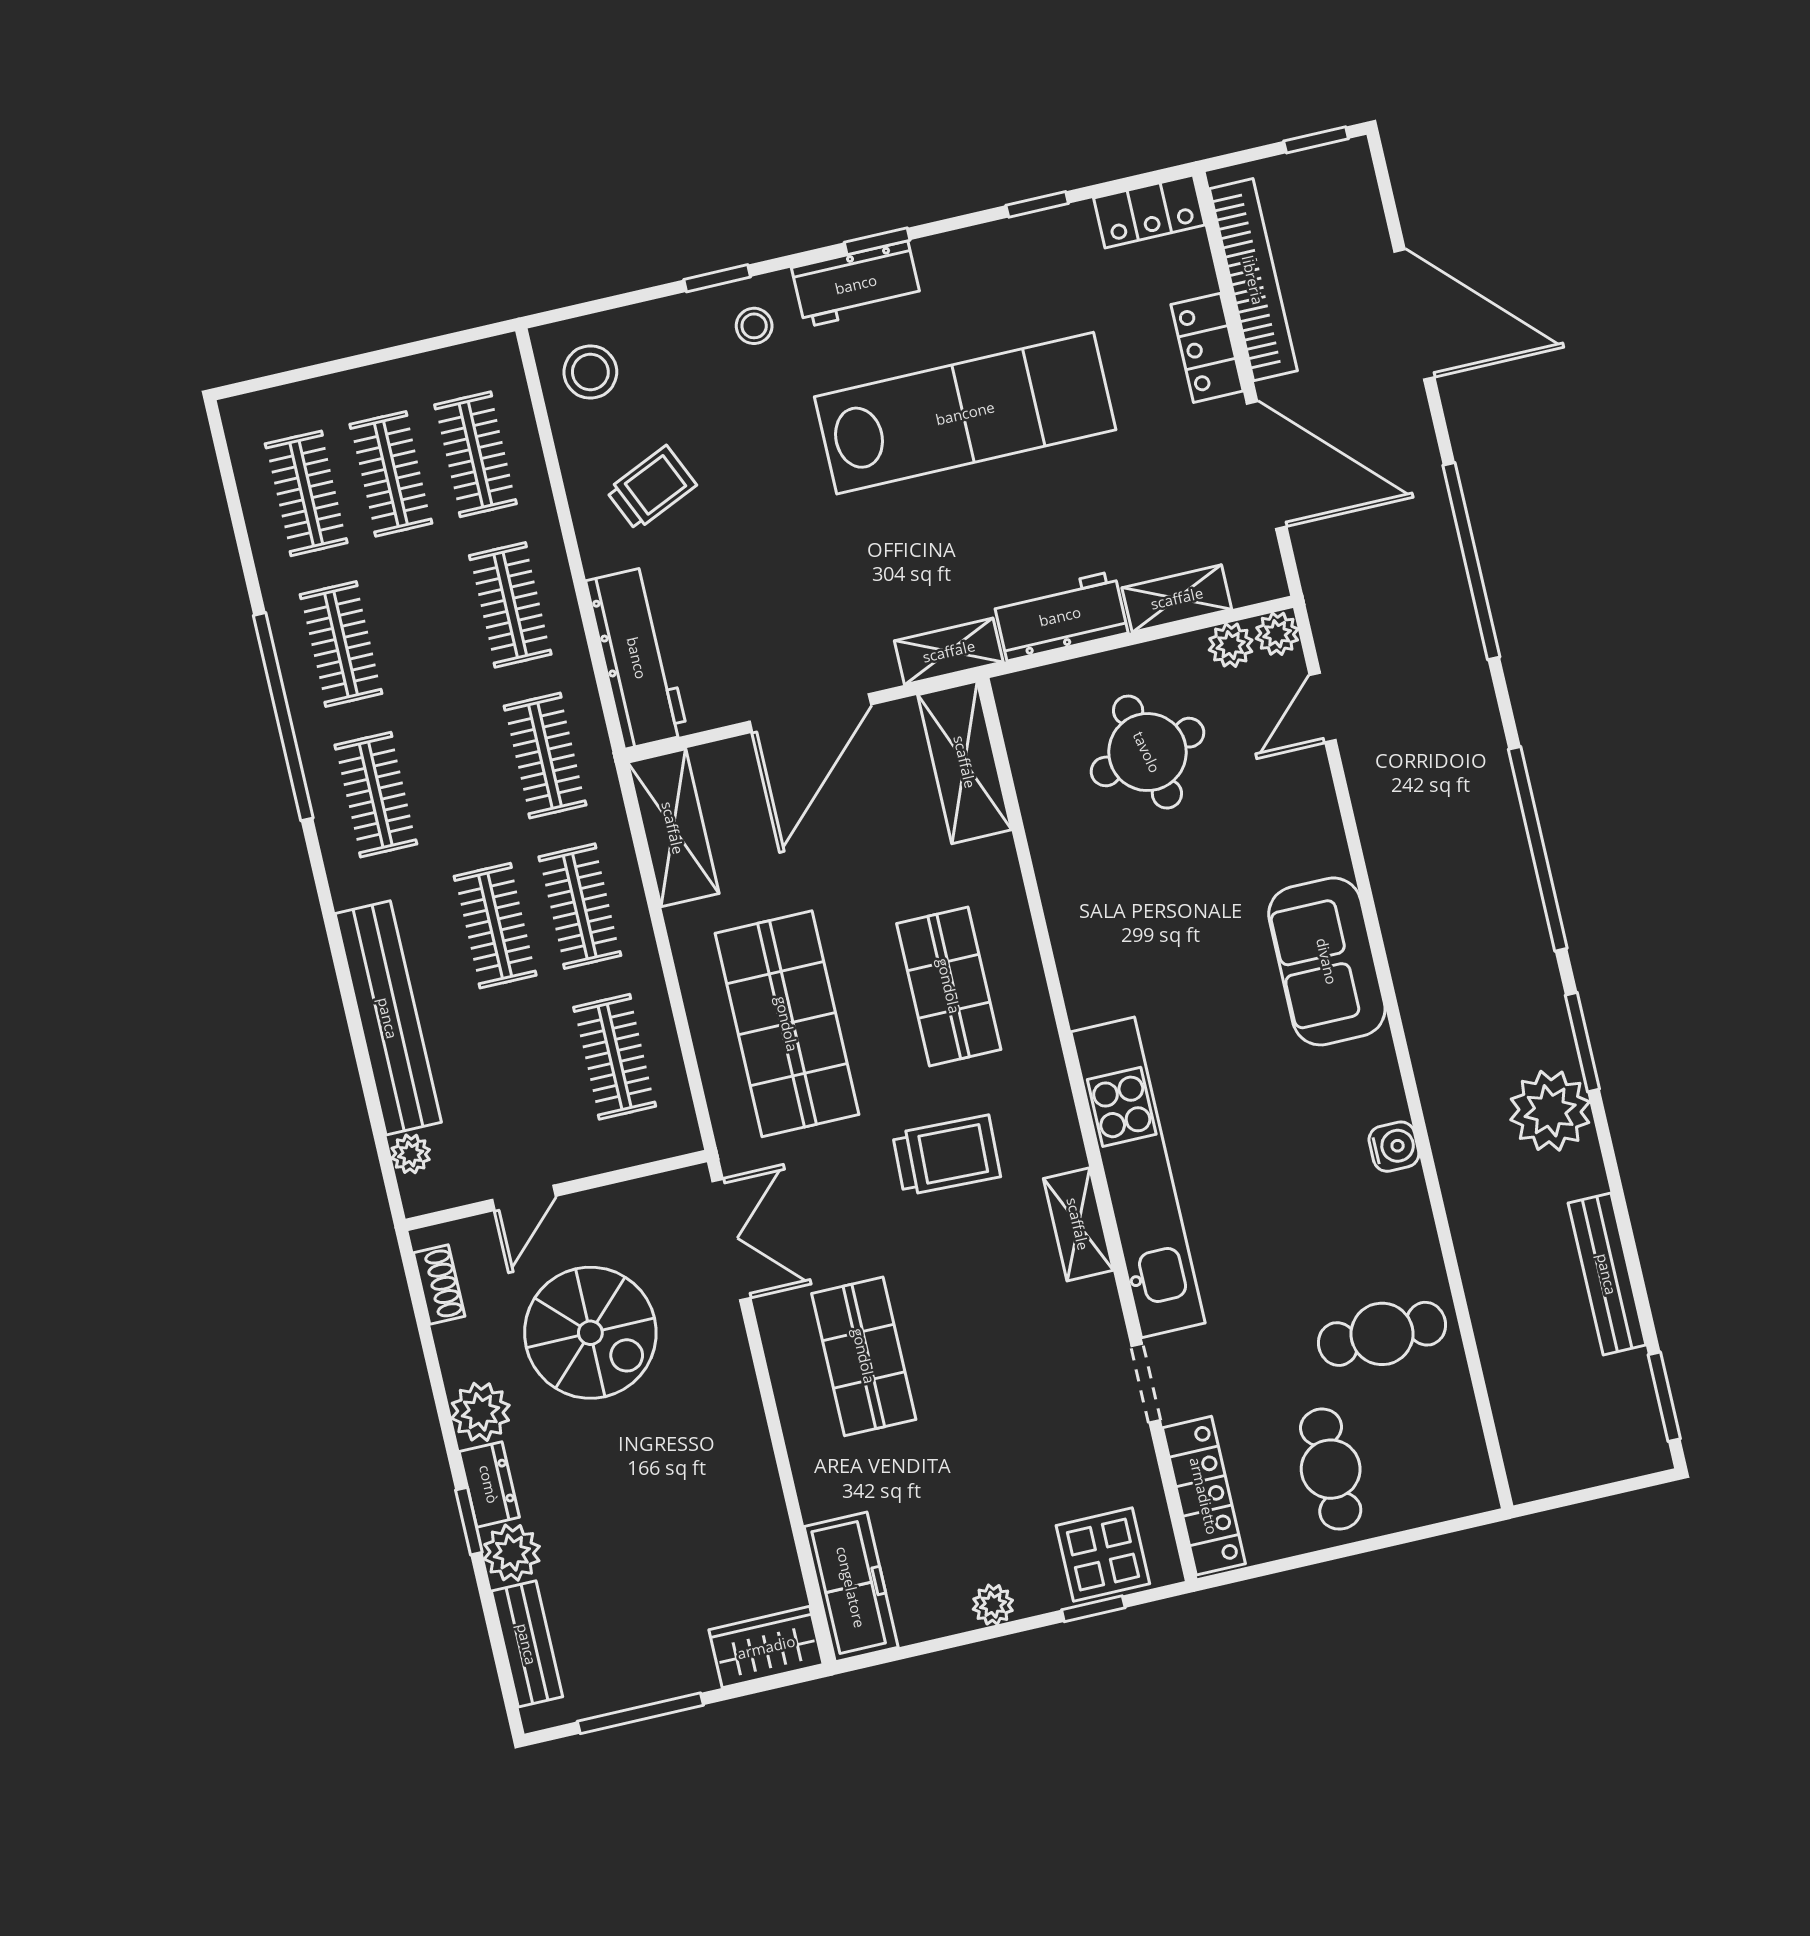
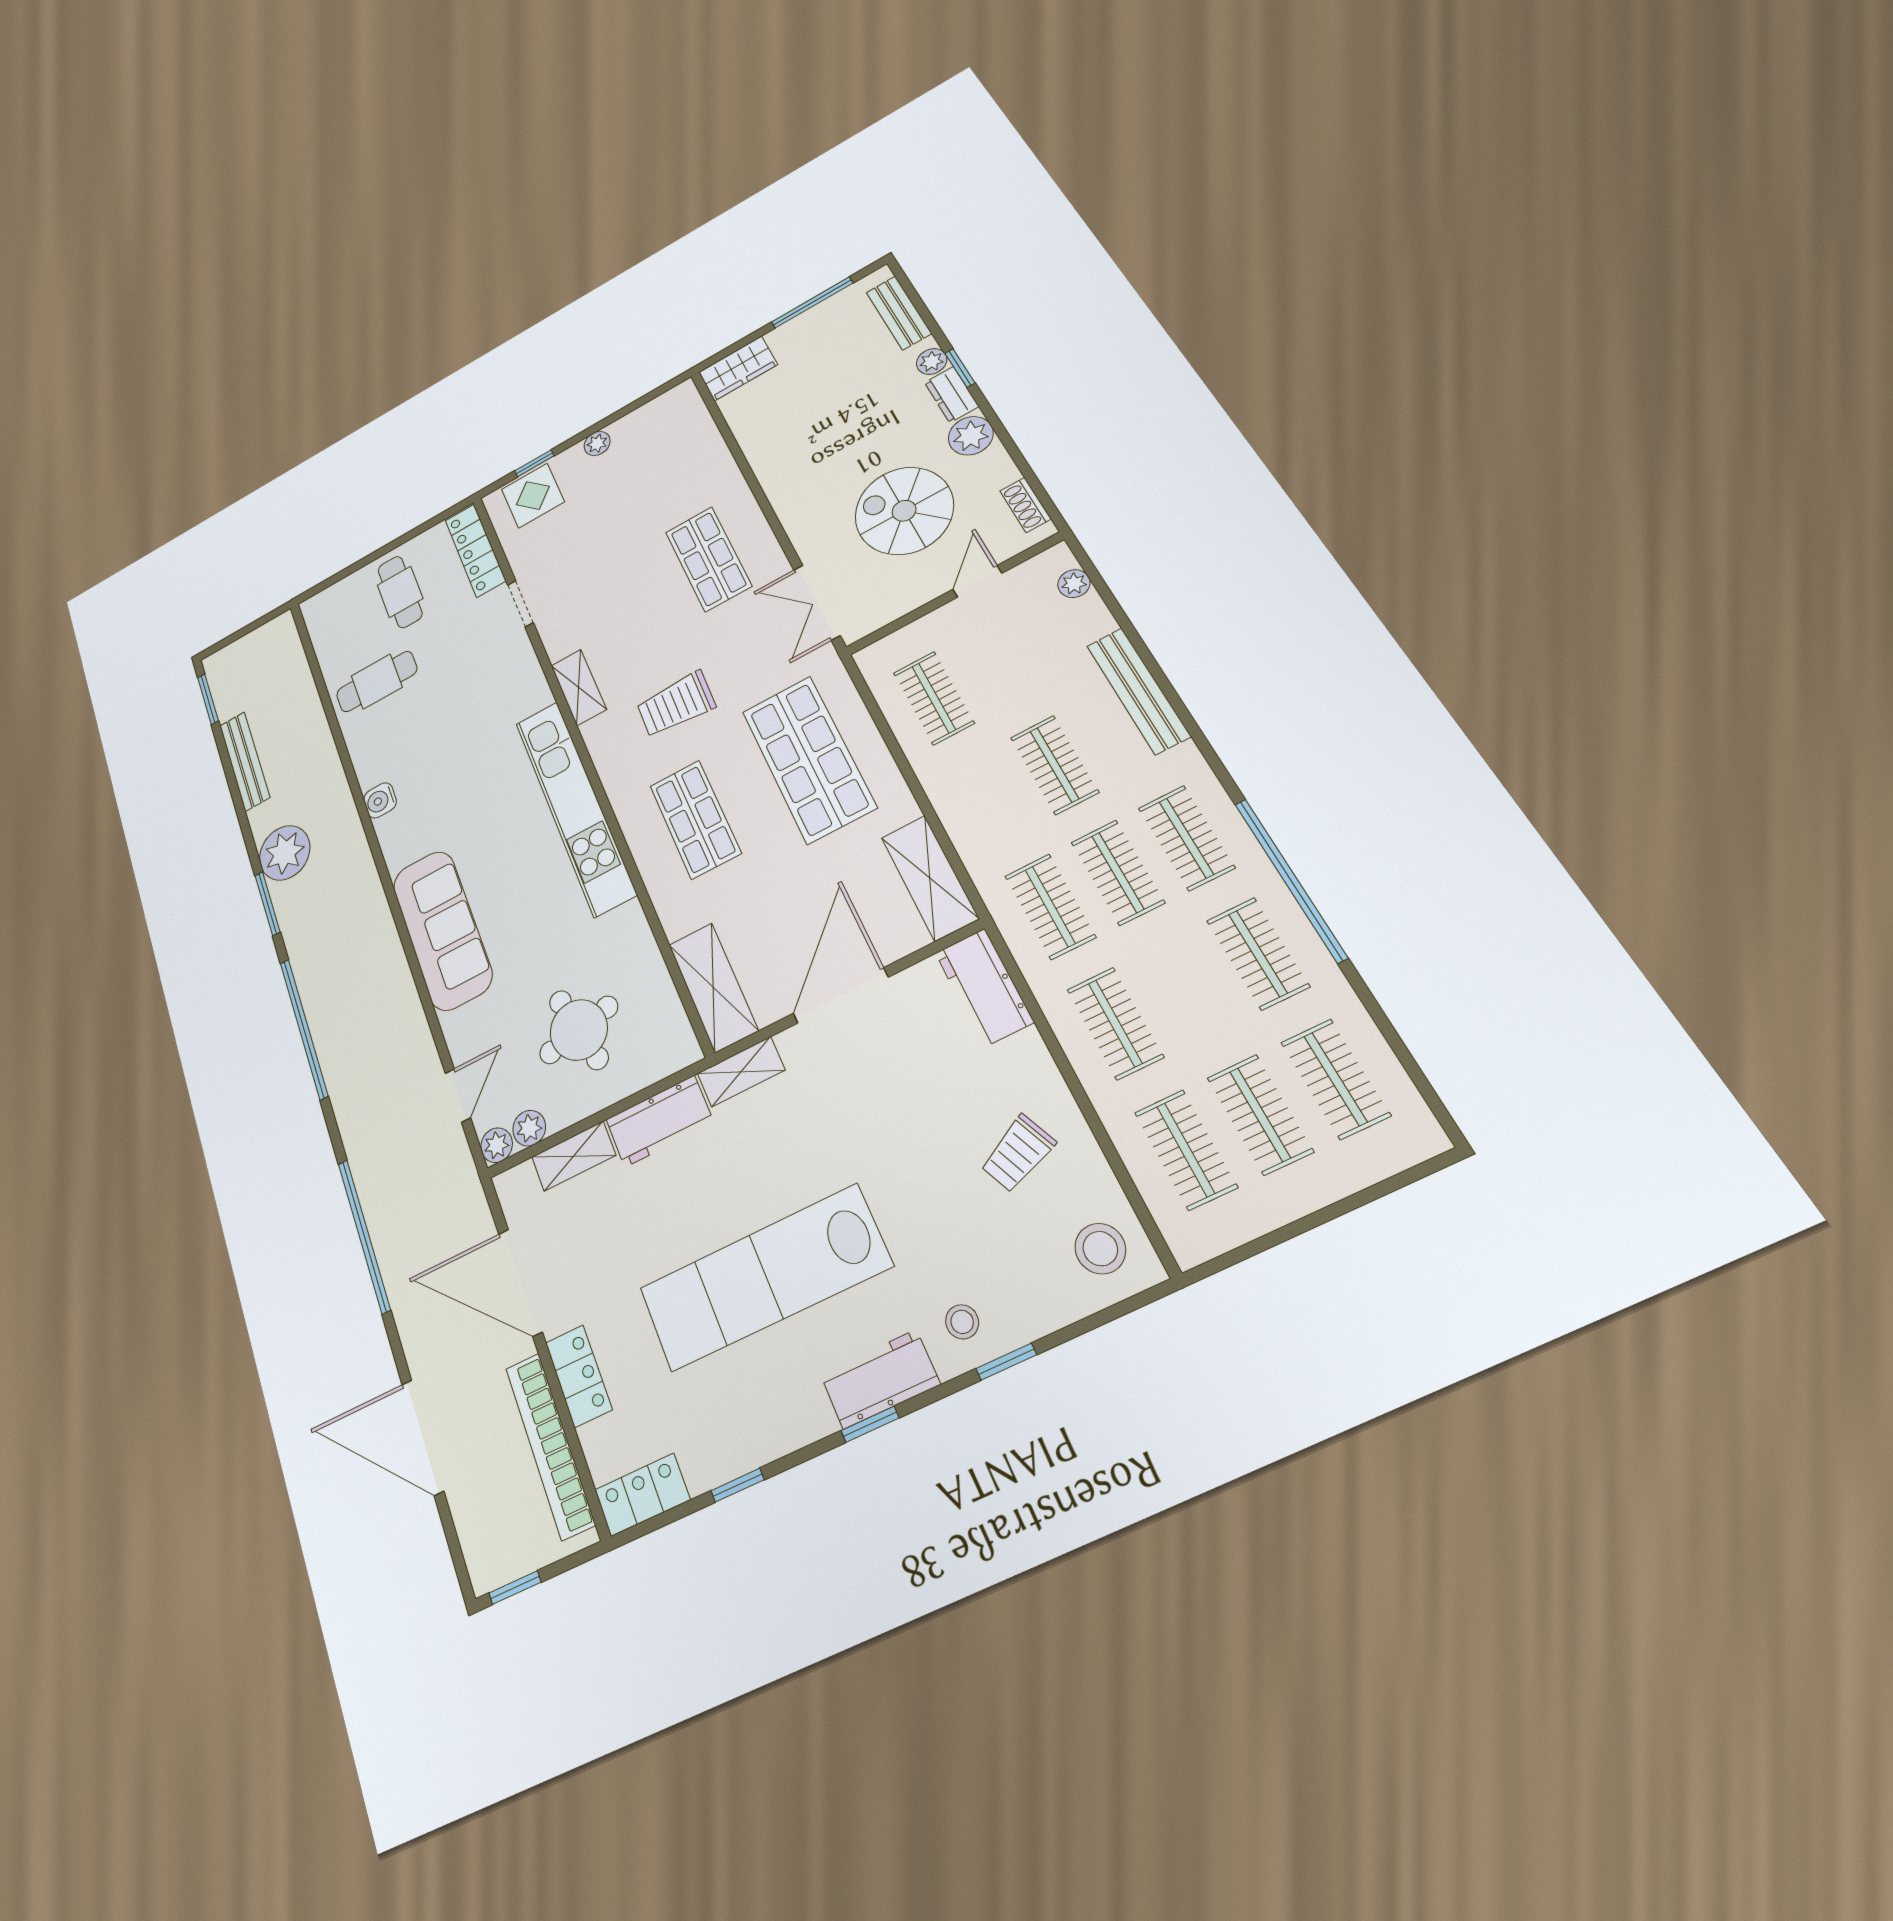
workbench: (637, 658) -> (984, 987), width x0.73
clothes rail: (580, 906) -> (1118, 872), moved
sofa: (1327, 961) -> (442, 930), width x1.36
bench: (388, 1018) -> (1138, 691), width x0.73, depth x0.82
kitchen unit: (1138, 1177) -> (575, 807), moved
plant: (512, 1553) -> (932, 361), width x0.73, depth x0.73
freezer: (851, 1587) -> (690, 421), removed

